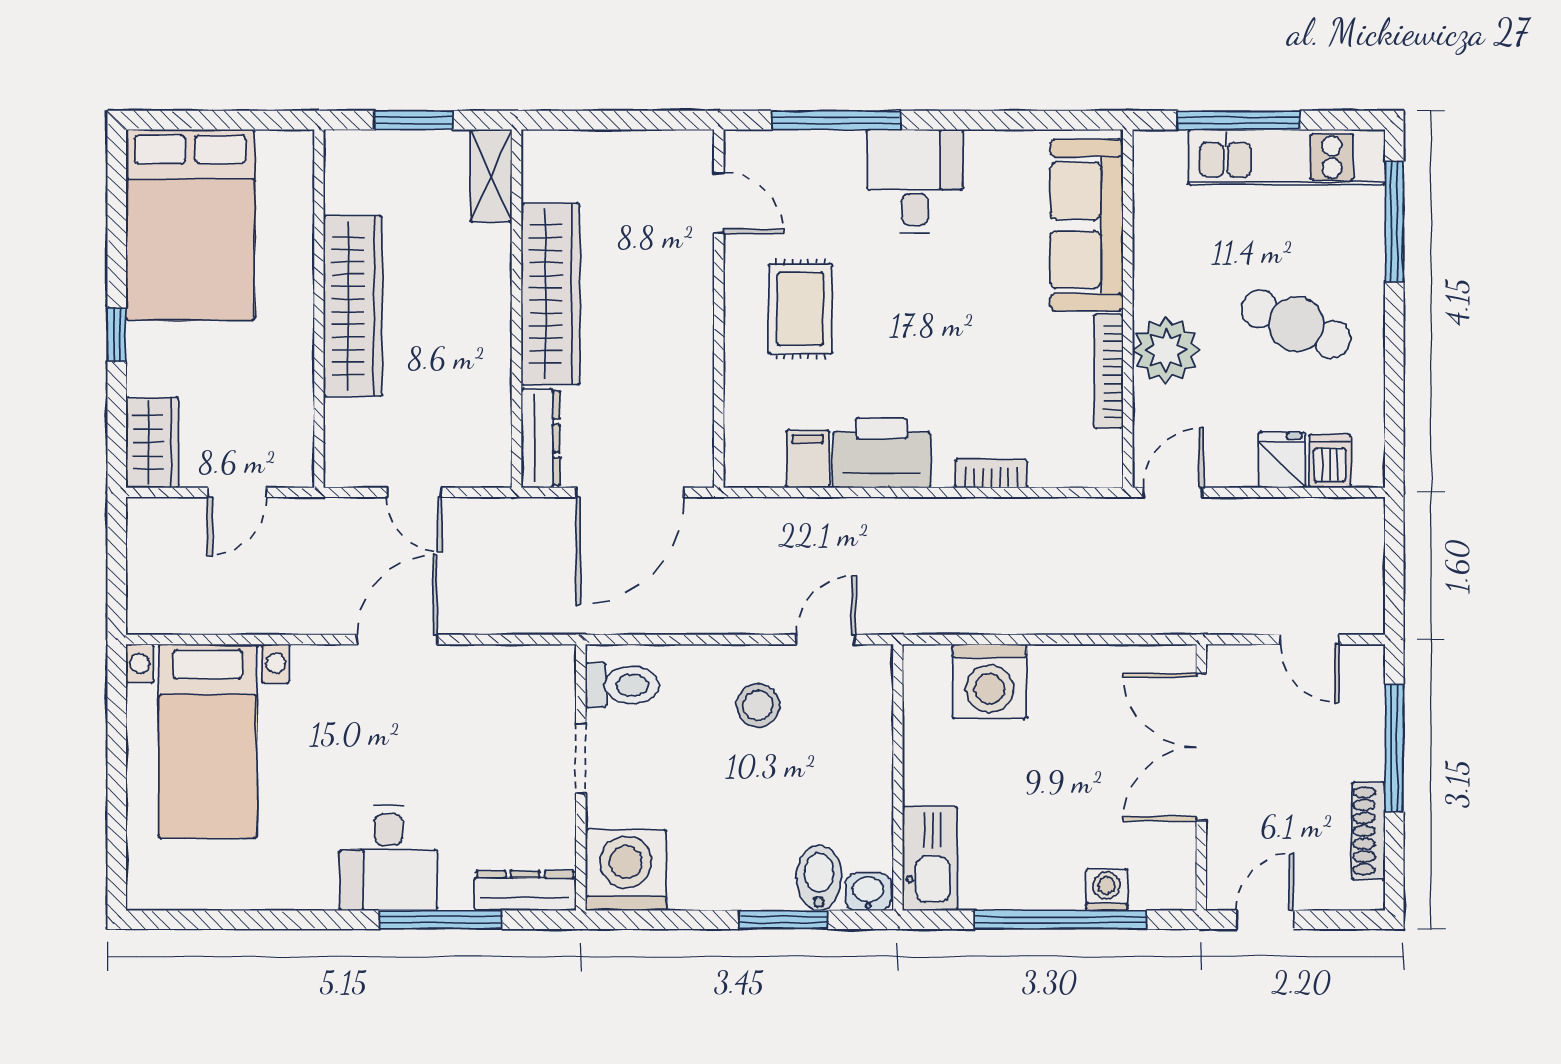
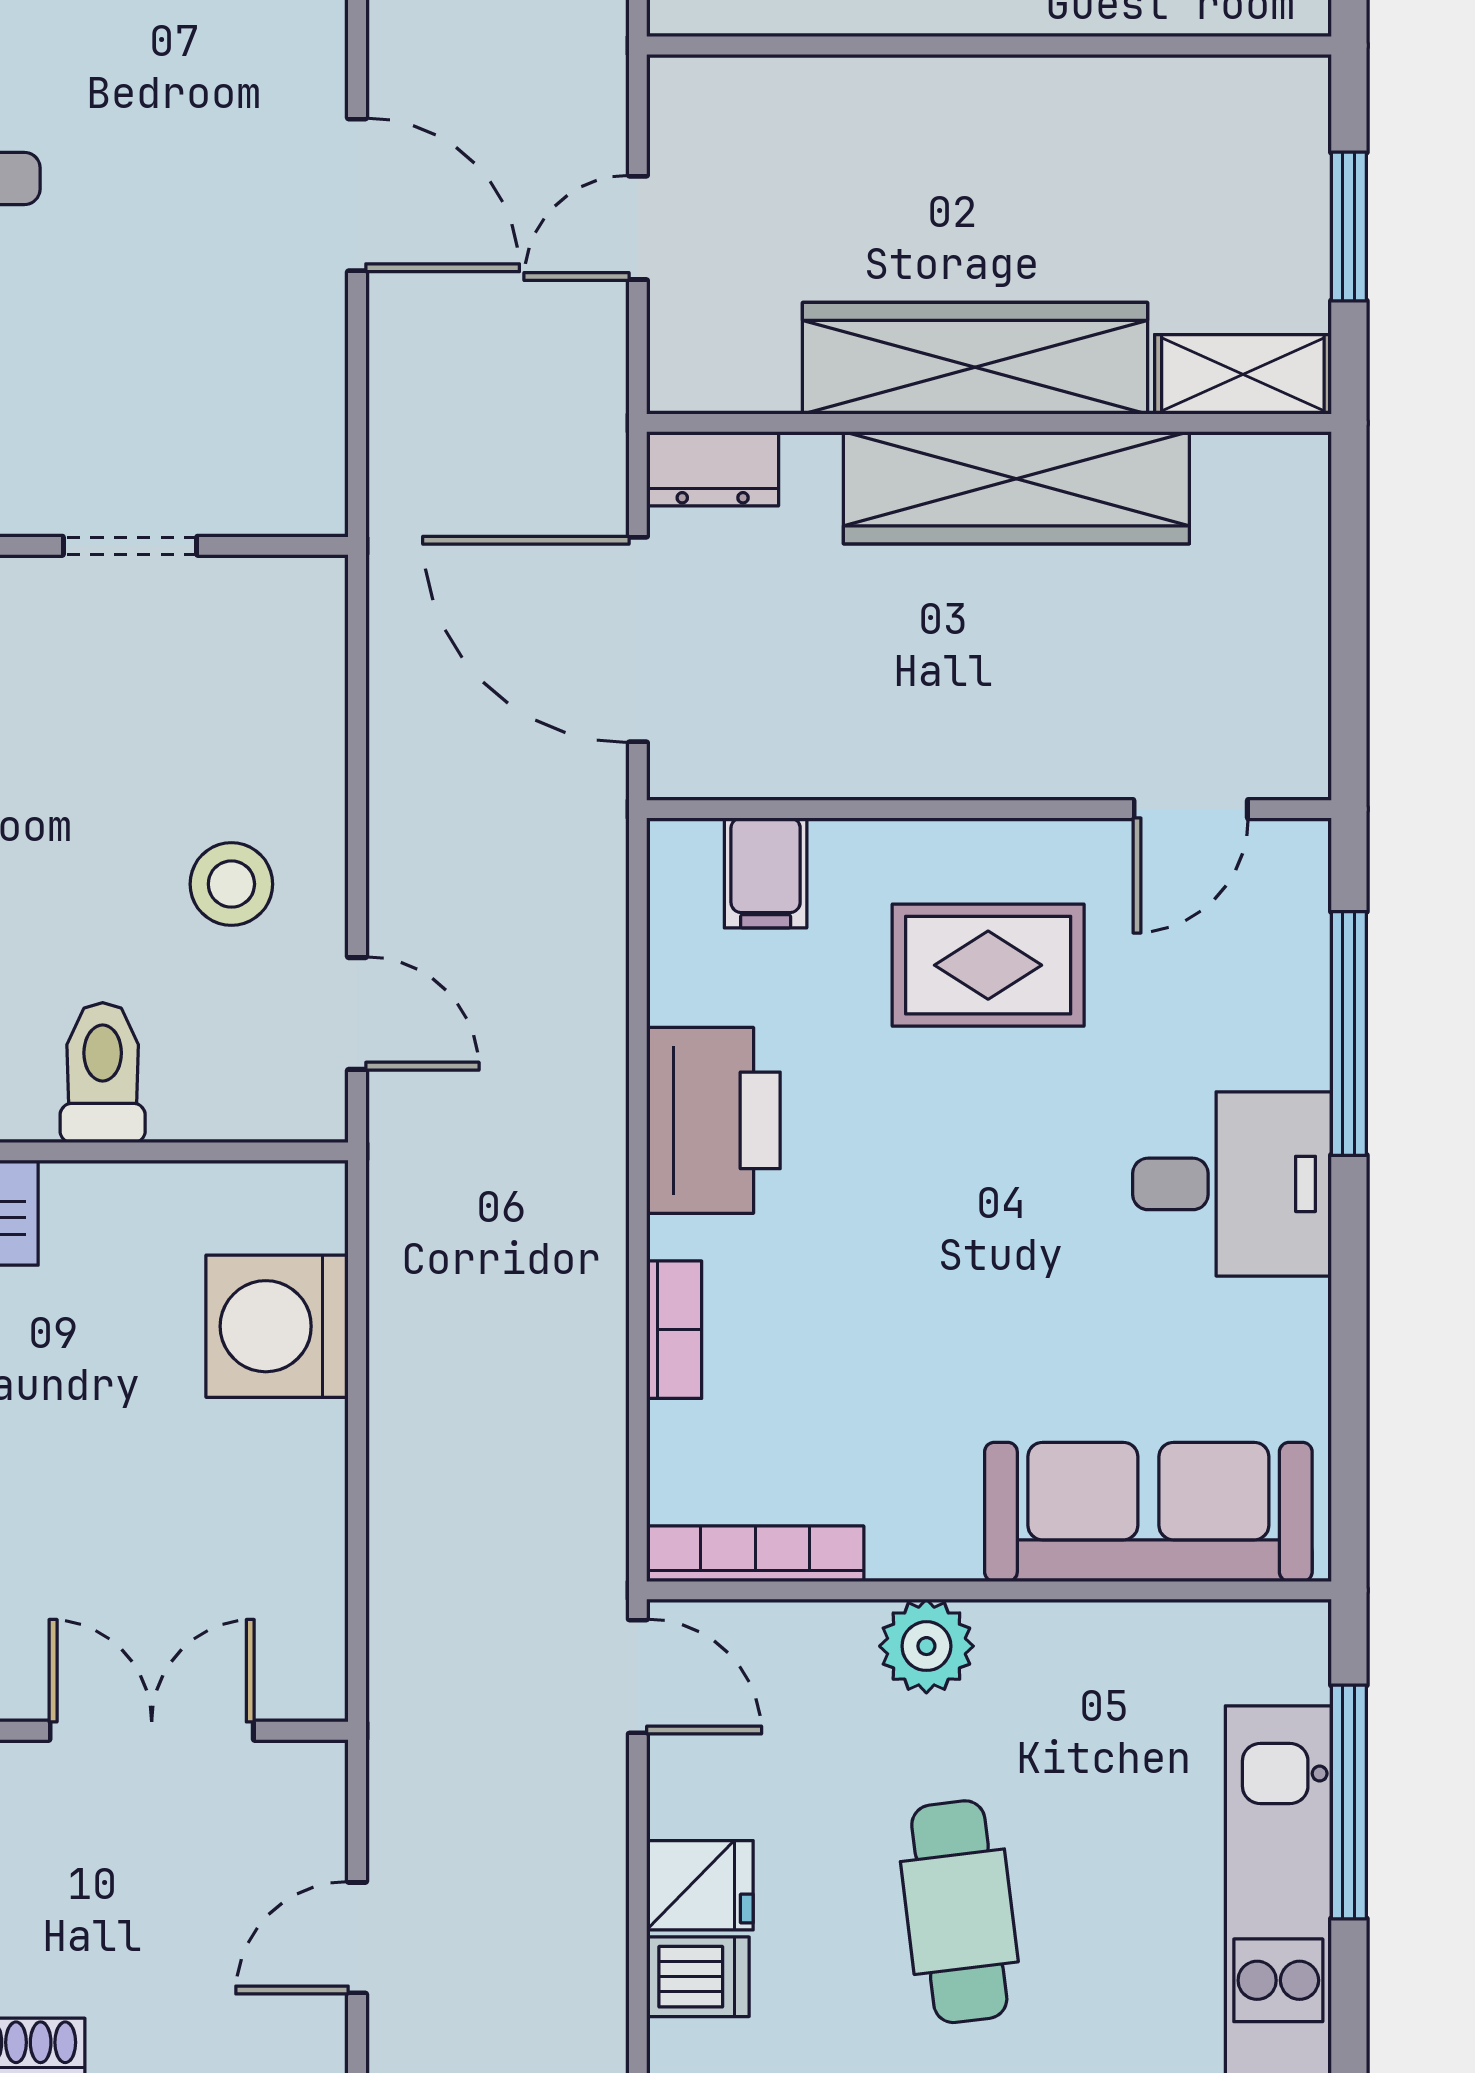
wardrobe: (353, 306) -> (975, 358), moved, turned 180
cafe table: (1296, 324) -> (959, 1912), turned -30
plant: (1166, 350) -> (926, 1646), width x0.73, depth x0.73
bookcase: (1109, 371) -> (755, 1554), moved
dresser: (541, 438) -> (713, 469), width x0.70
filing cabinet: (808, 459) -> (766, 873), moved, turned 90
toilet: (622, 685) -> (103, 1073), moved, turned 180
double door: (1201, 747) -> (152, 1731), width x0.73

